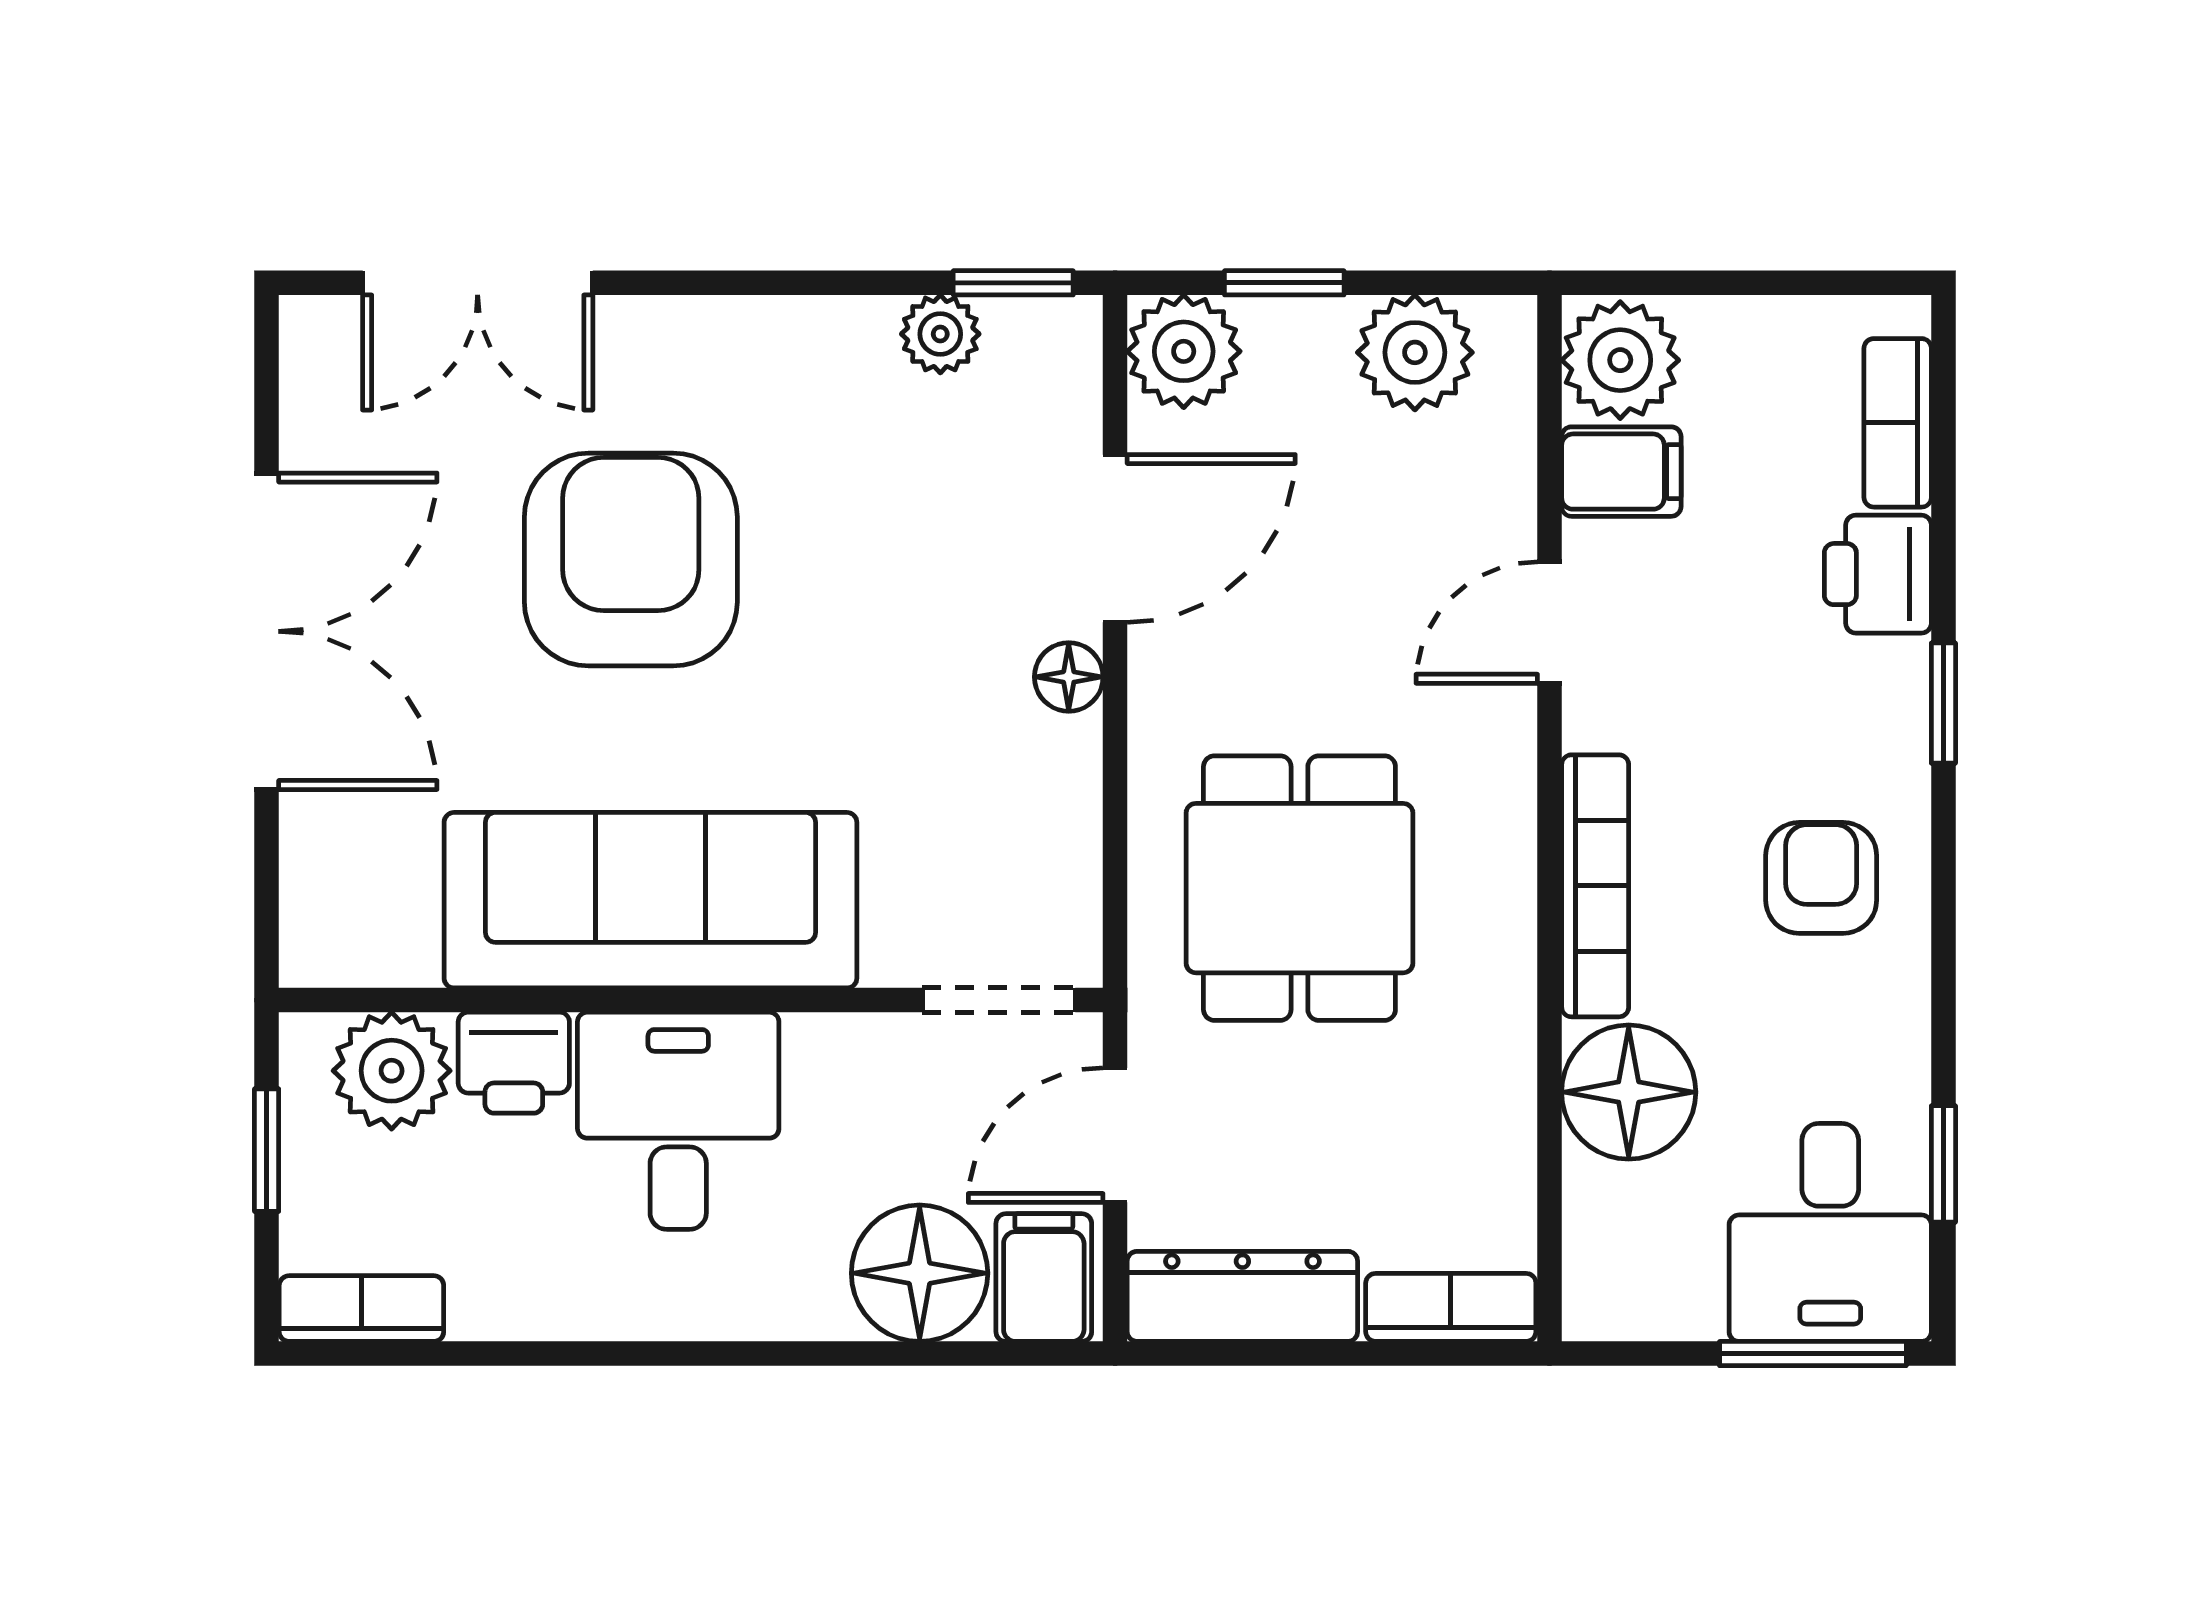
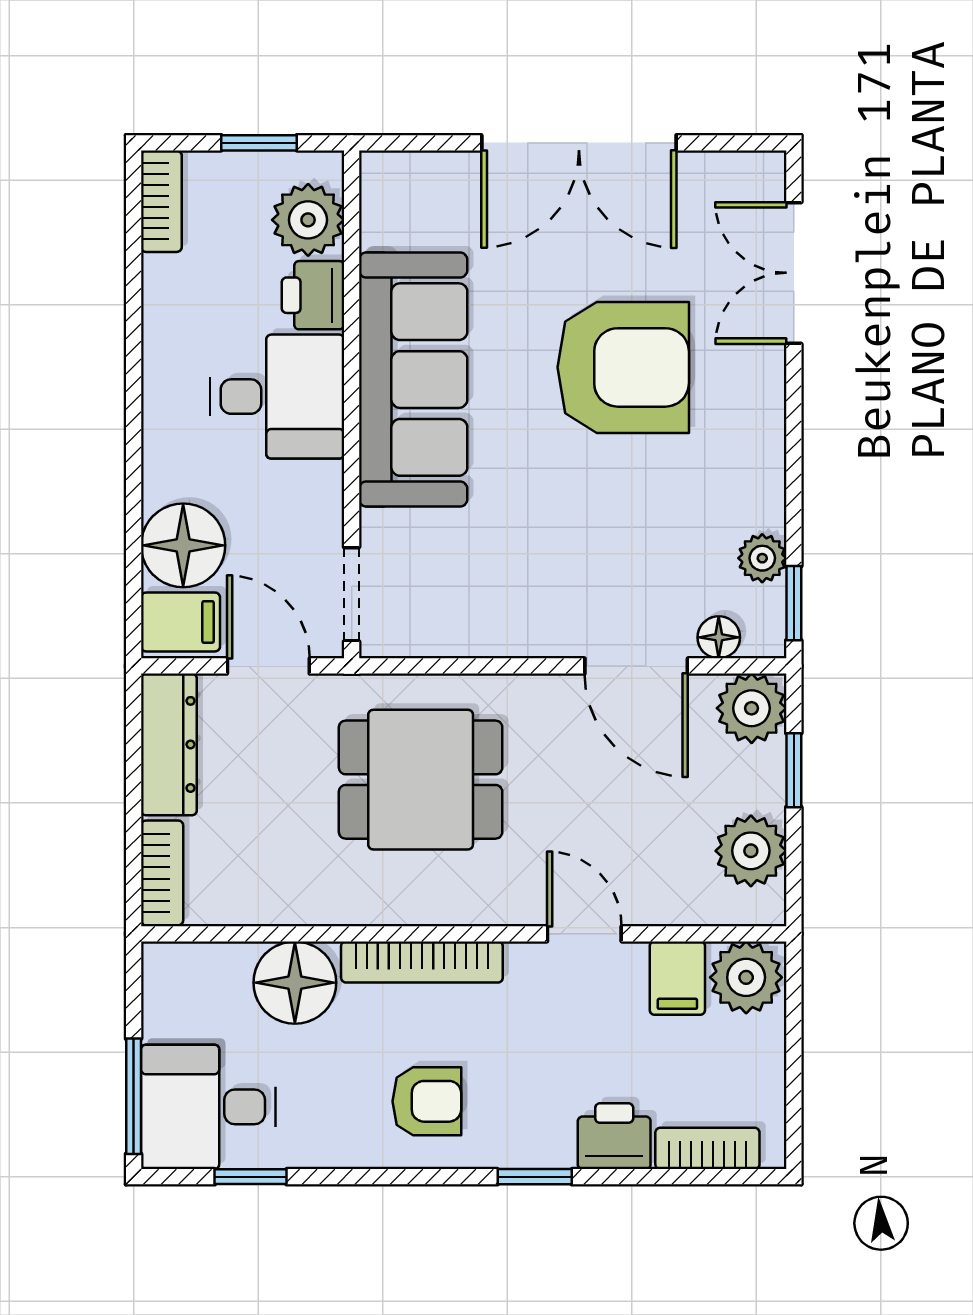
floor lamp: (1069, 677) -> (719, 637), moved

